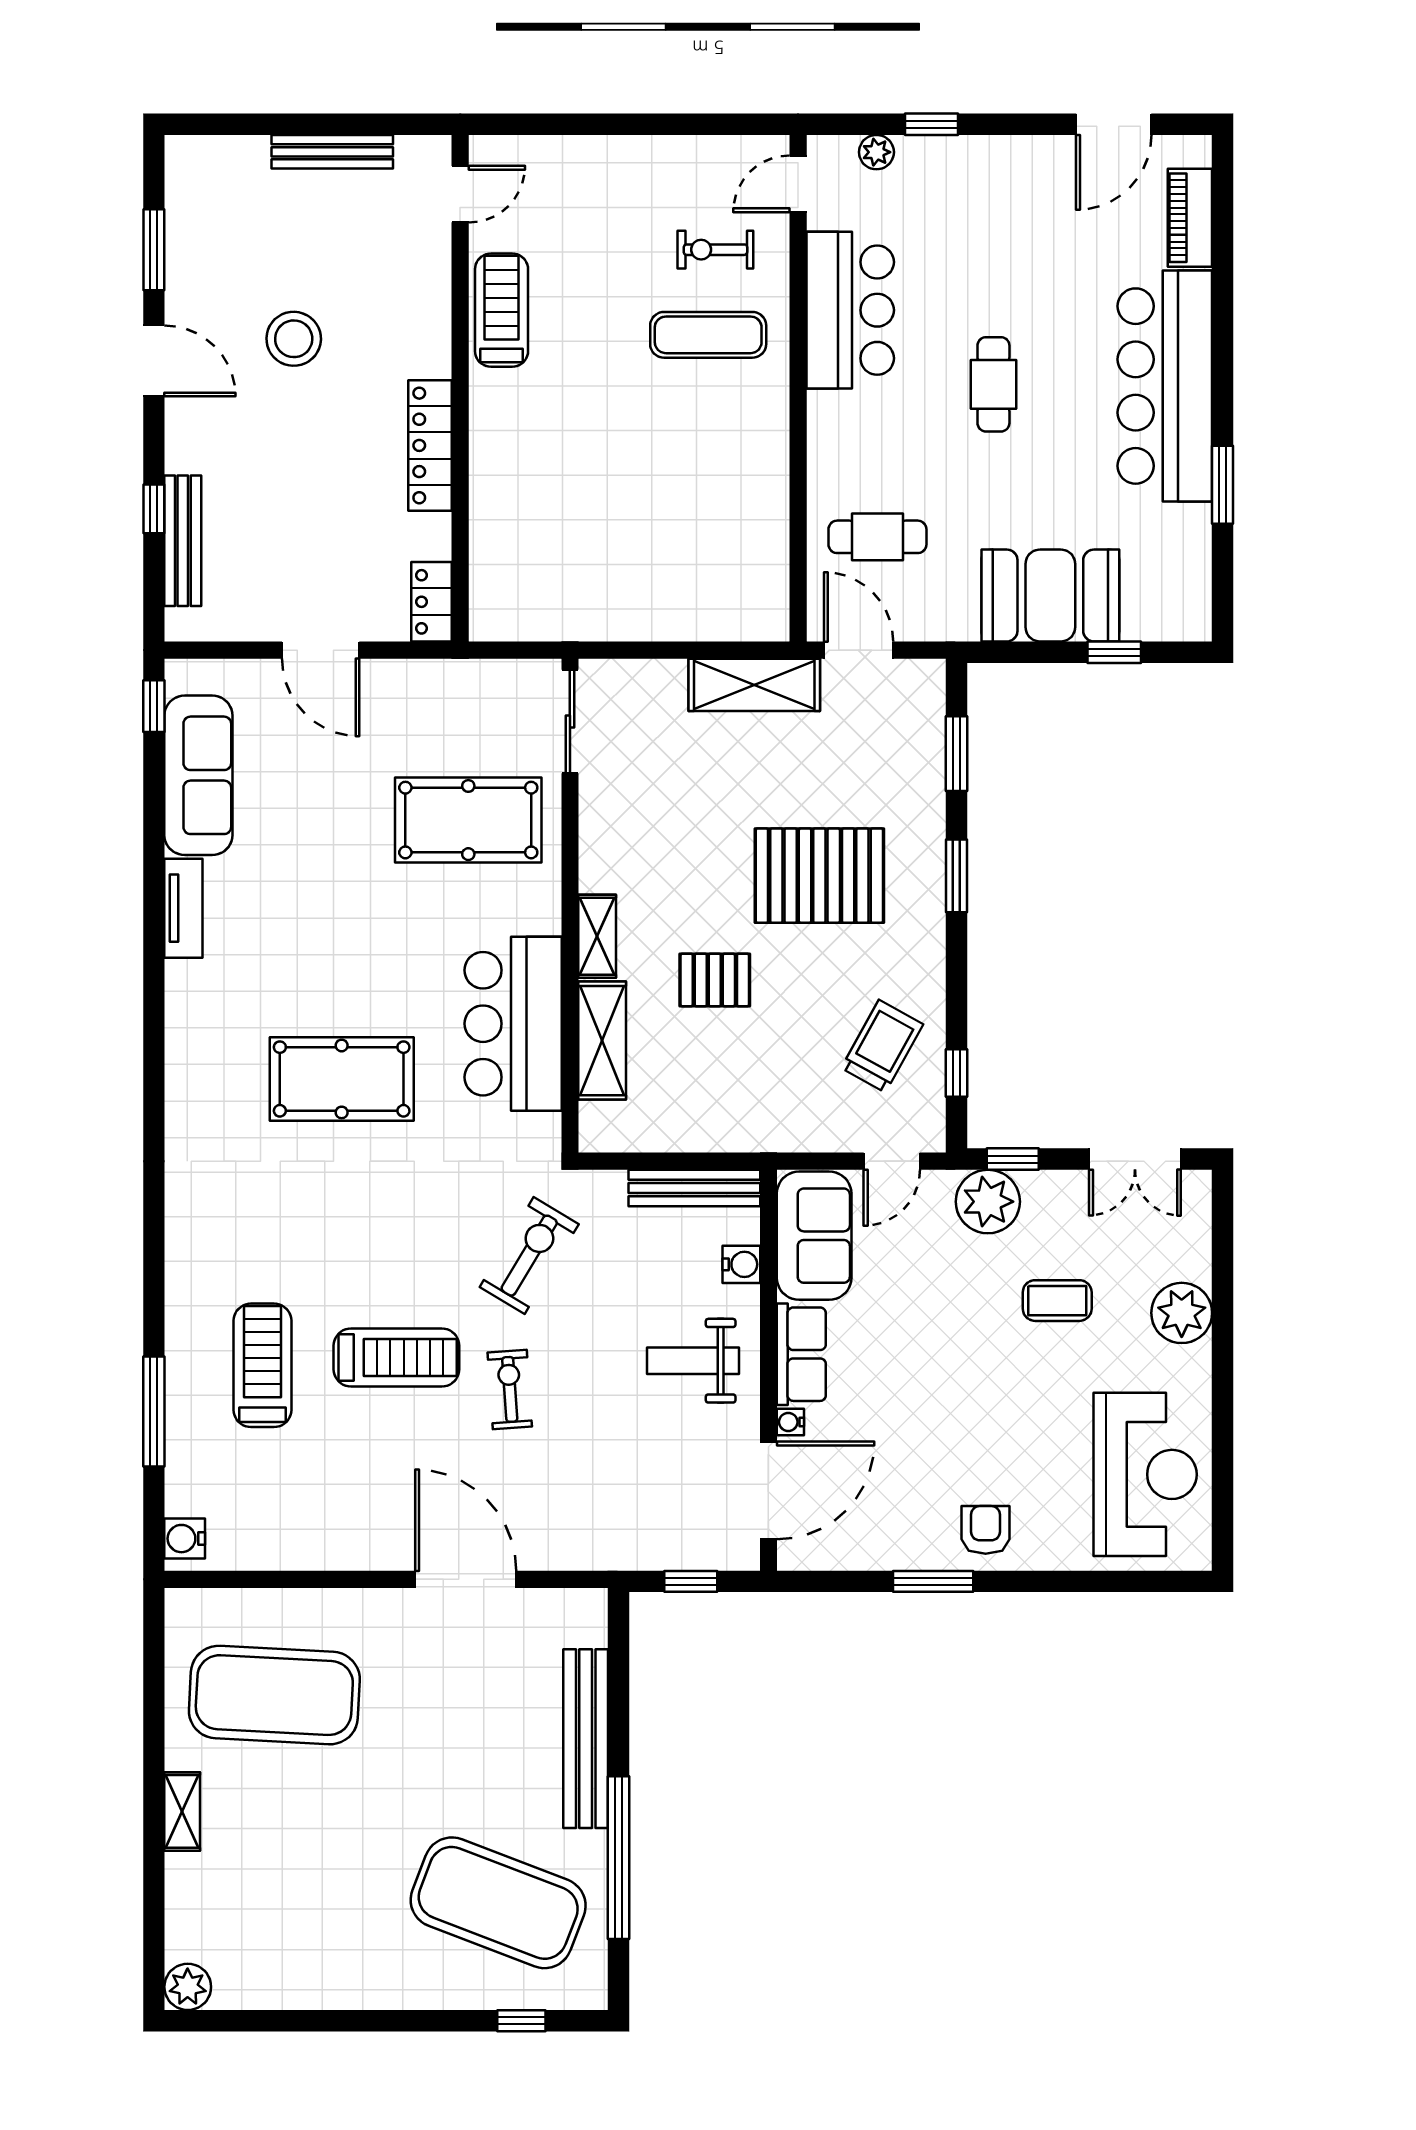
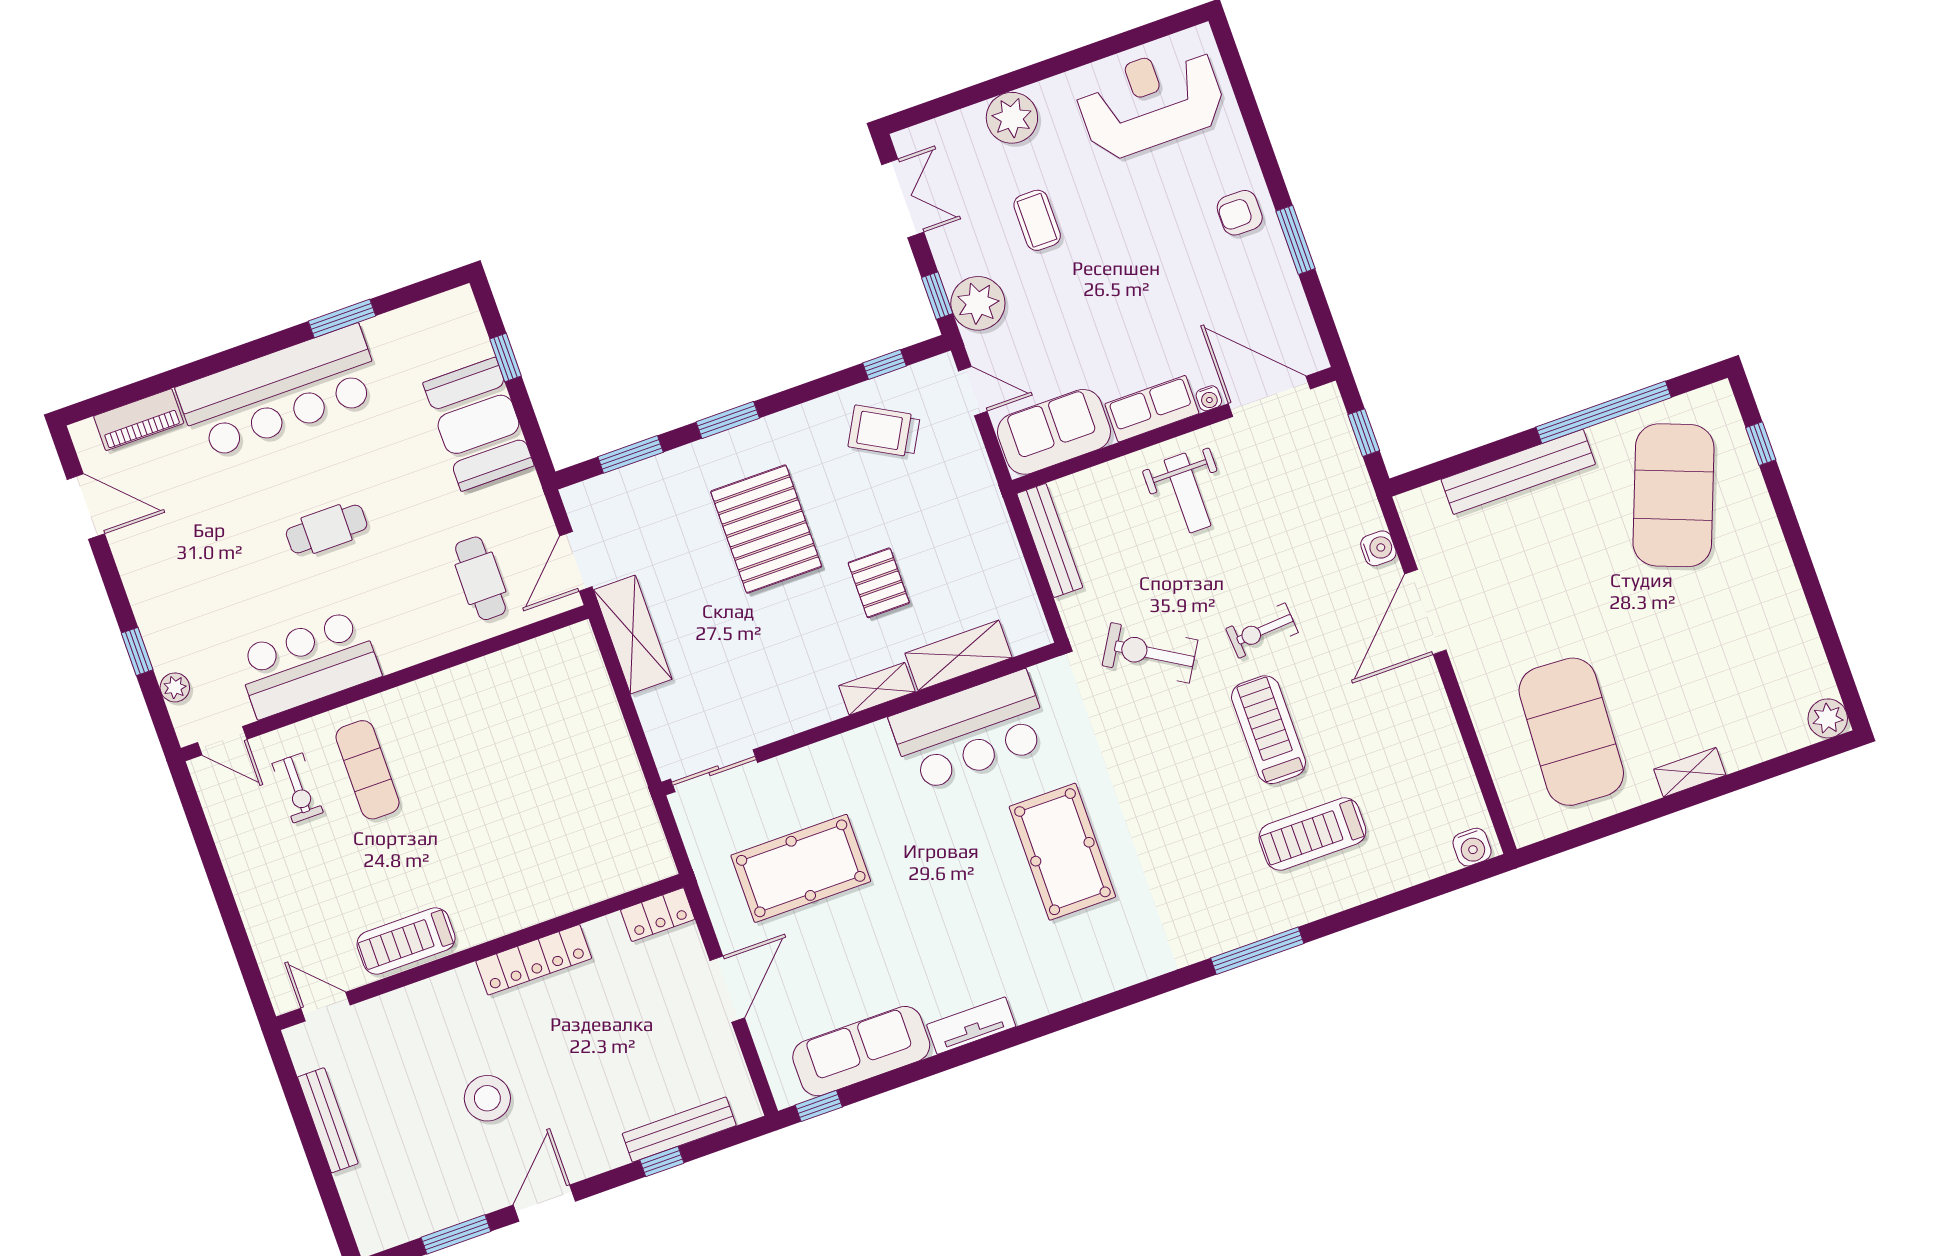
pool table: (468, 820) -> (801, 868), moved, turned 90
water cooler: (741, 1264) -> (1378, 548), moved, turned 90
window: (154, 1411) -> (1257, 951), moved

